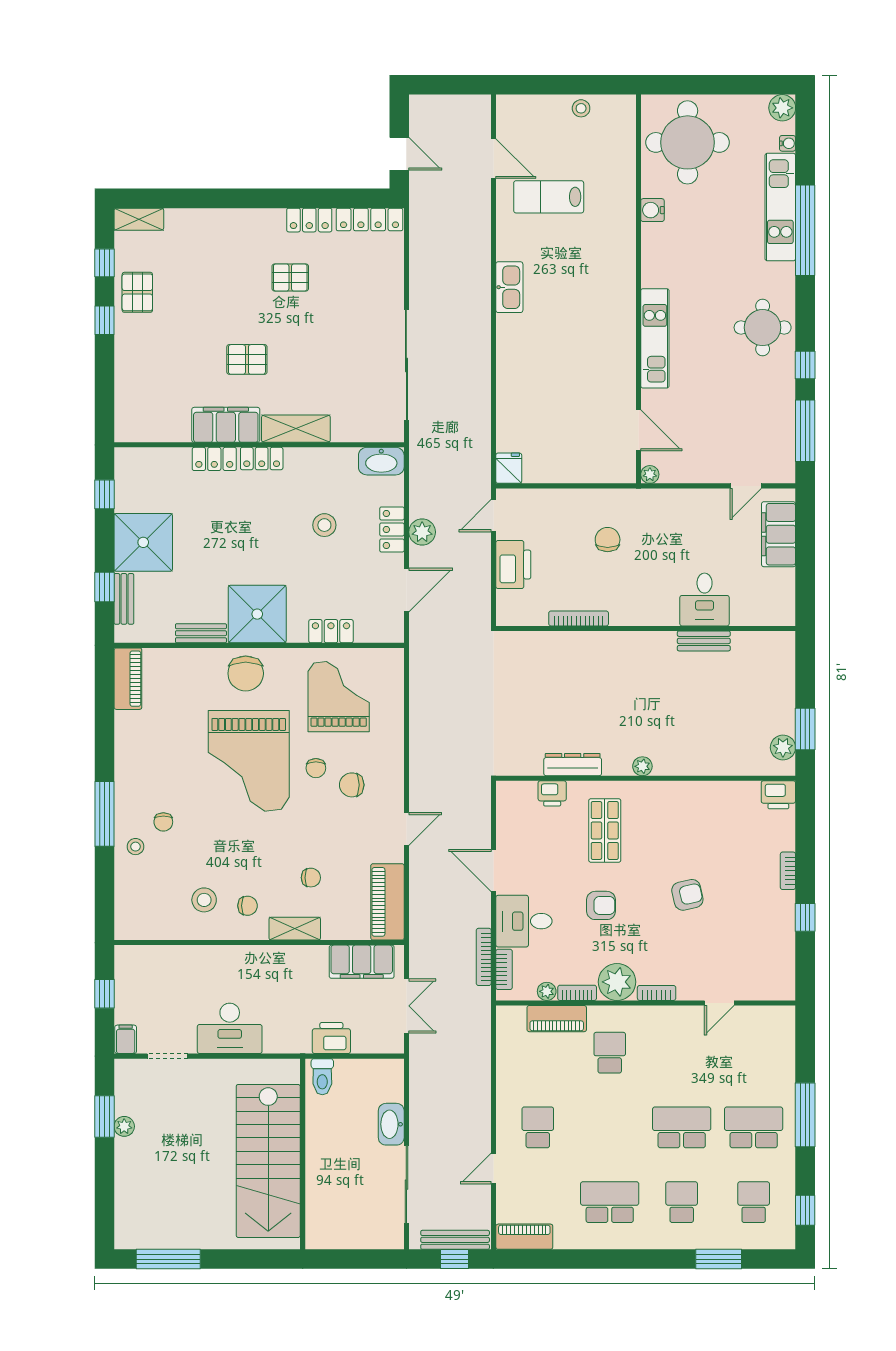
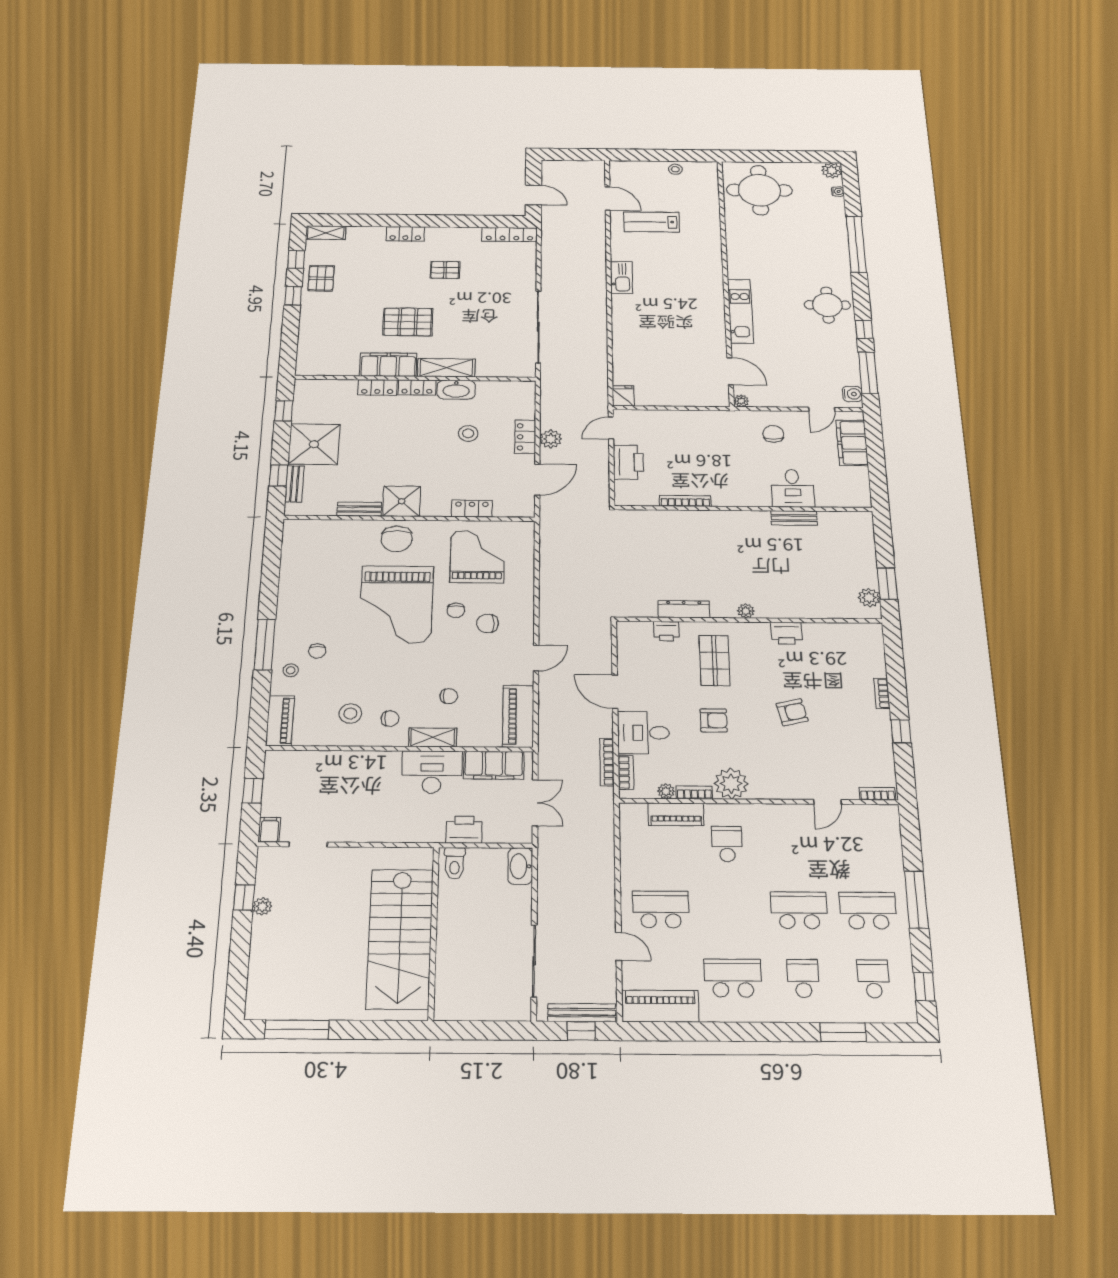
kitchen unit: (780, 207) -> (835, 230), removed
water cooler: (652, 210) -> (852, 394), moved, turned 180
locker: (309, 220) -> (405, 234), moved
pallet: (247, 359) -> (408, 322), width x1.50, depth x1.42
washbasin: (381, 461) -> (456, 390), moved
chair: (608, 540) -> (773, 434), moved
shower: (257, 614) -> (402, 501), width x0.73, depth x0.73
piano: (128, 679) -> (280, 721), moved
printer: (778, 795) -> (786, 633), moved
bookcase: (657, 993) -> (877, 794), moved
desk: (230, 1028) -> (432, 772), moved, turned 180
window: (104, 1117) -> (244, 897), width x0.67
washbasin: (391, 1124) -> (520, 866), moved
school desk: (538, 1127) -> (661, 909), width x1.85
door: (493, 1168) -> (619, 946), swing flipped
piano: (524, 1237) -> (660, 1006), width x1.37, depth x1.33

